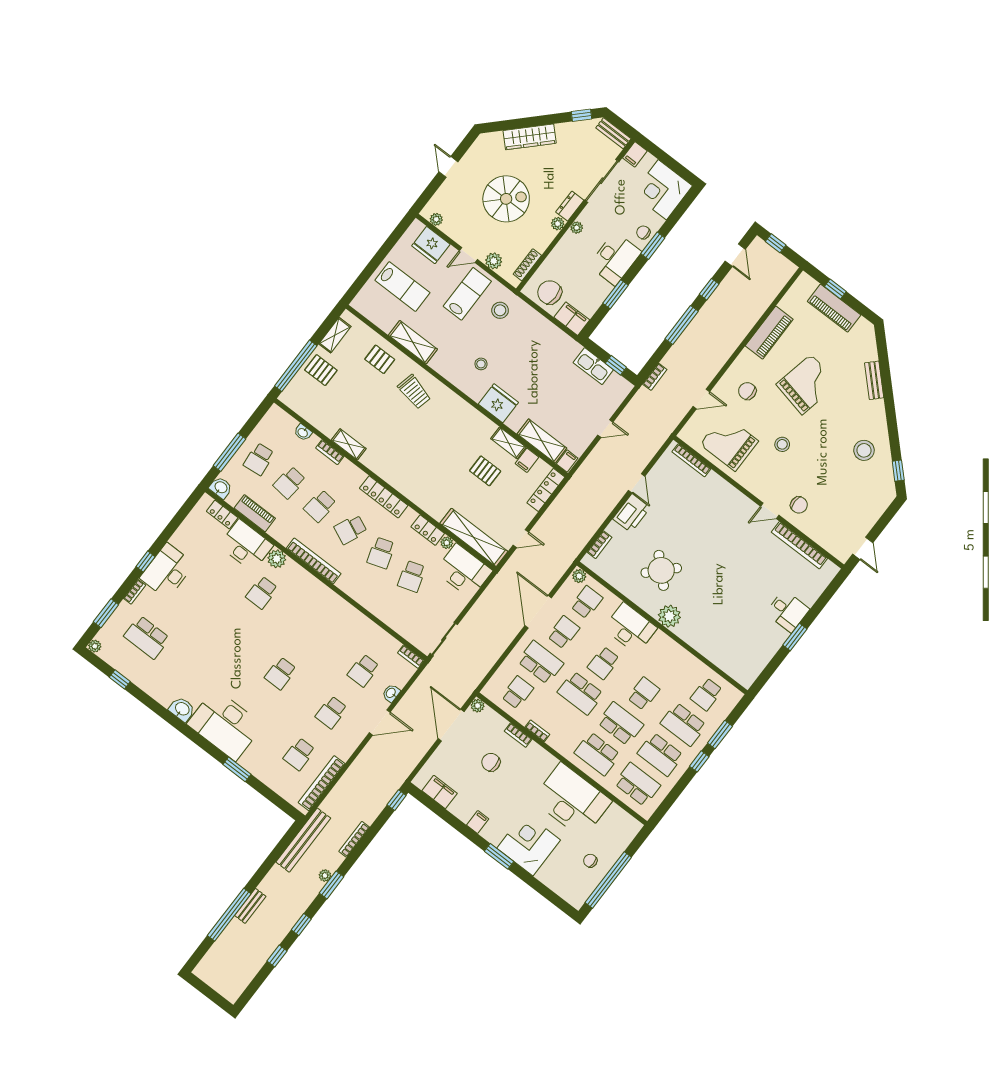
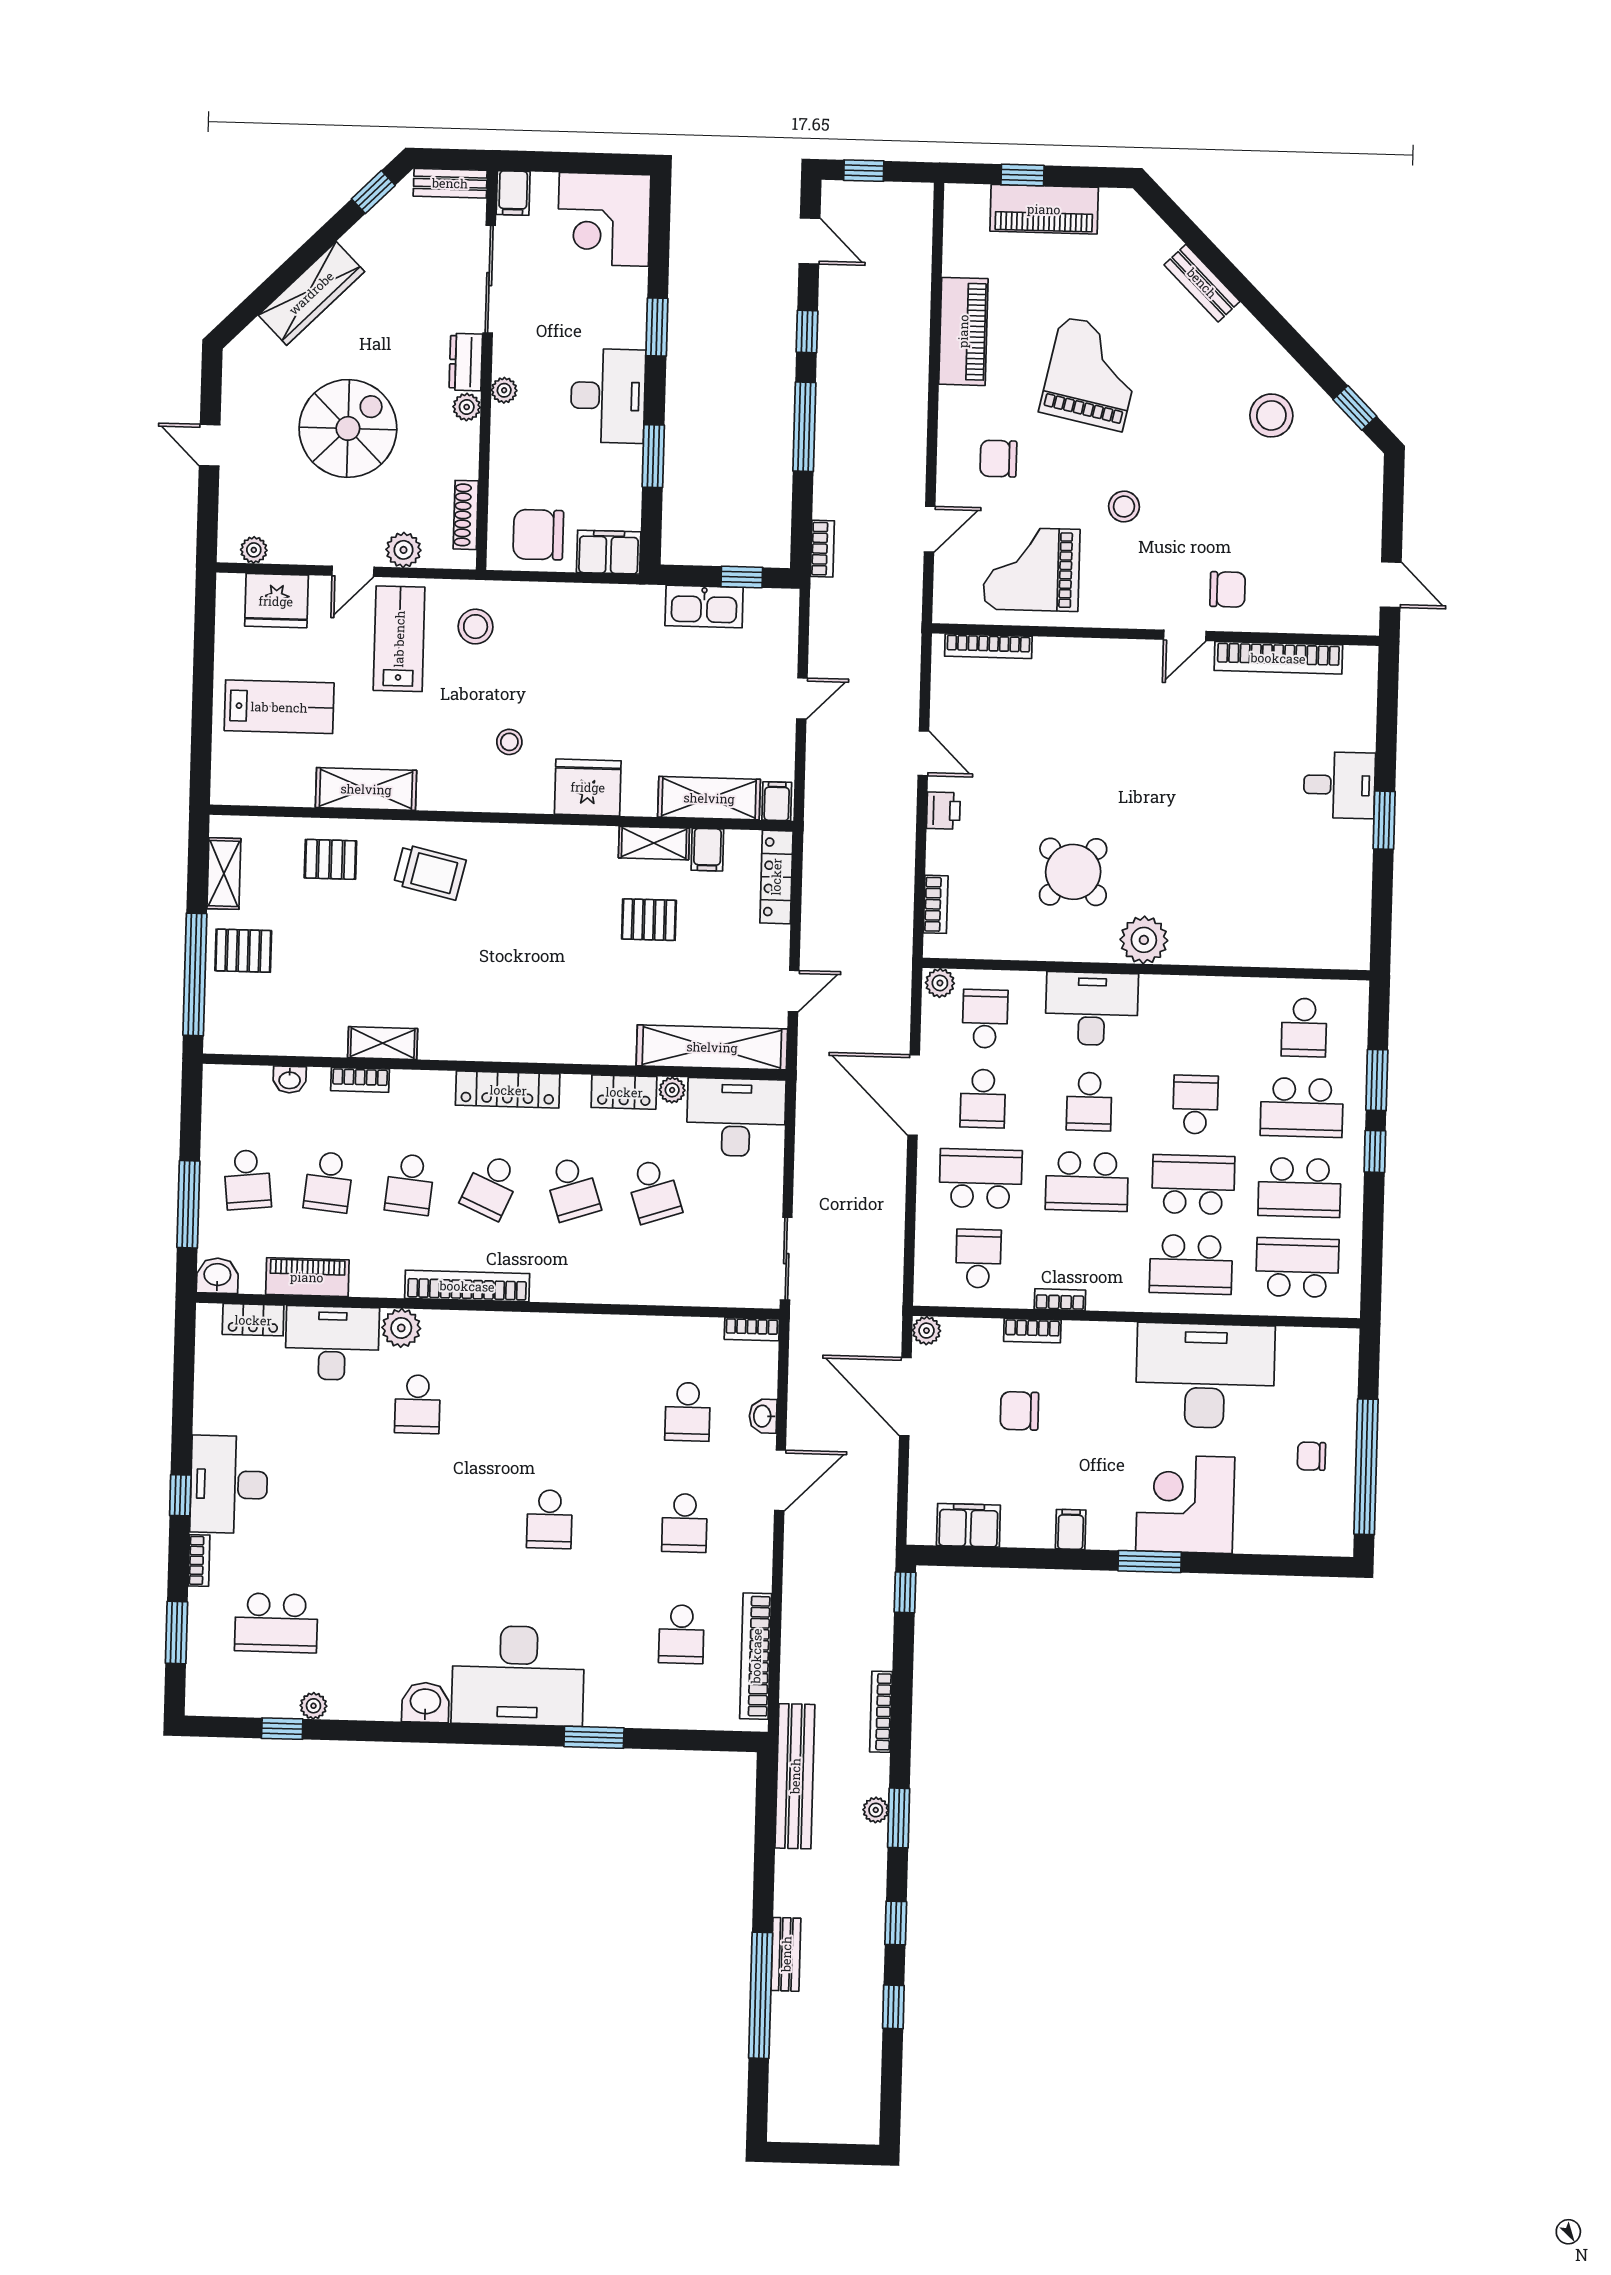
chair: (643, 232) -> (624, 316), removed
printer: (631, 513) -> (943, 811), width x0.53, depth x0.68
school desk: (564, 632) -> (983, 1099), turned 180
plant: (95, 646) -> (313, 1706), moved

